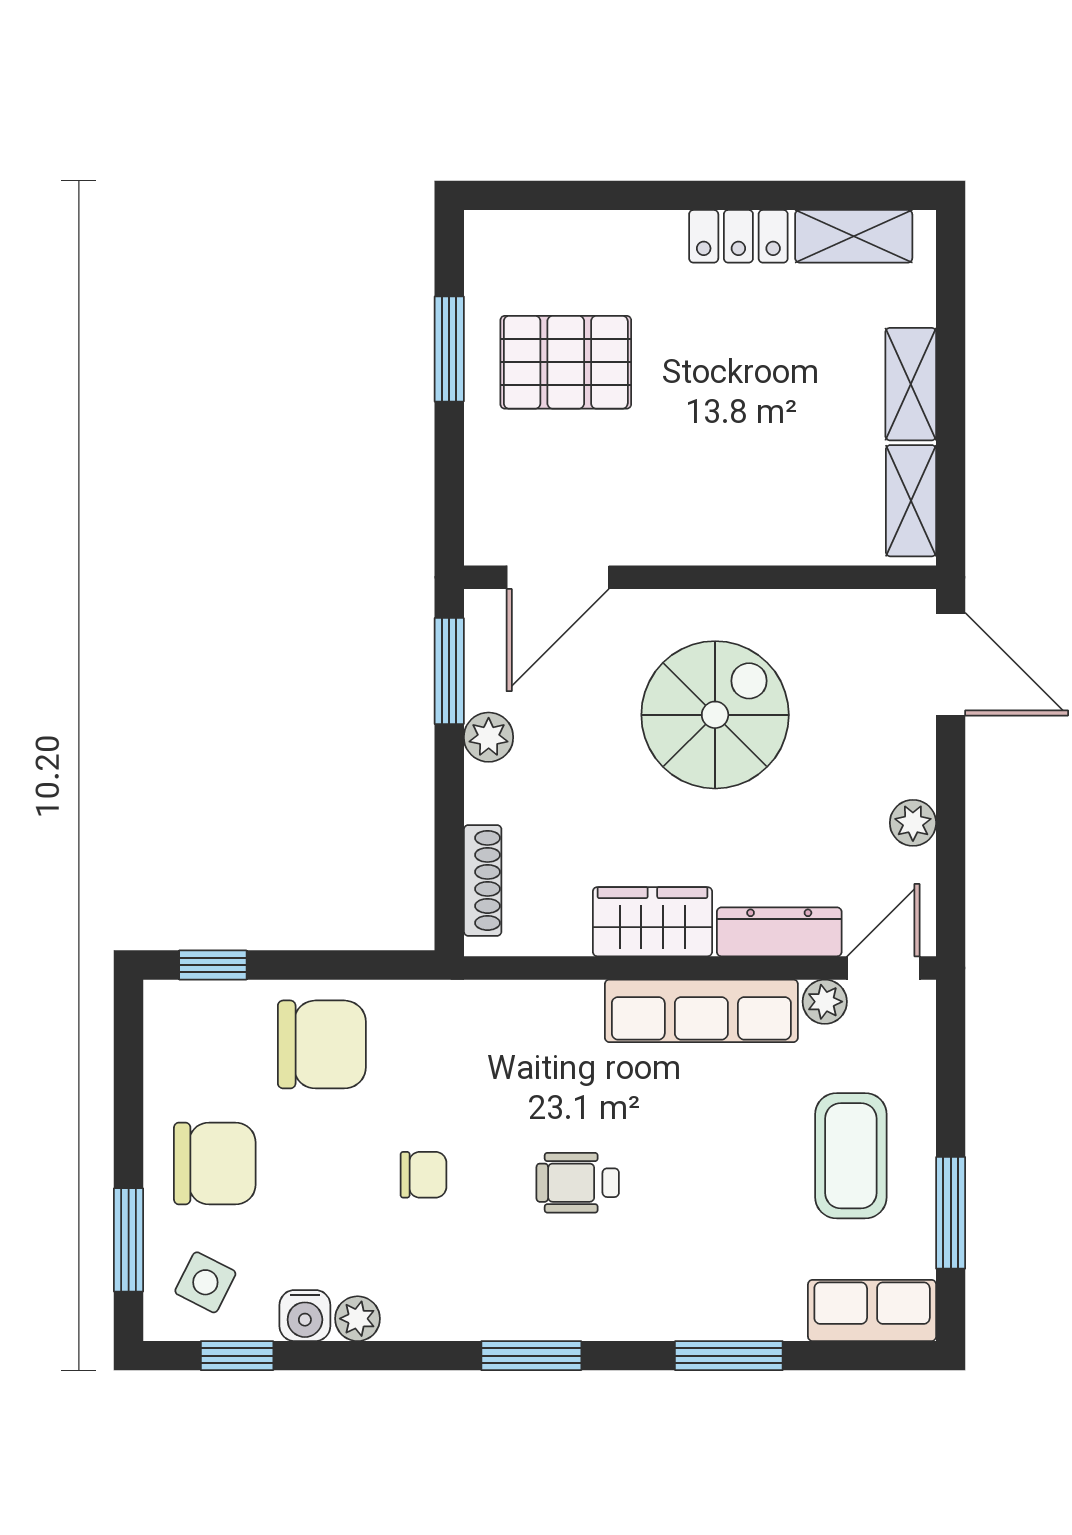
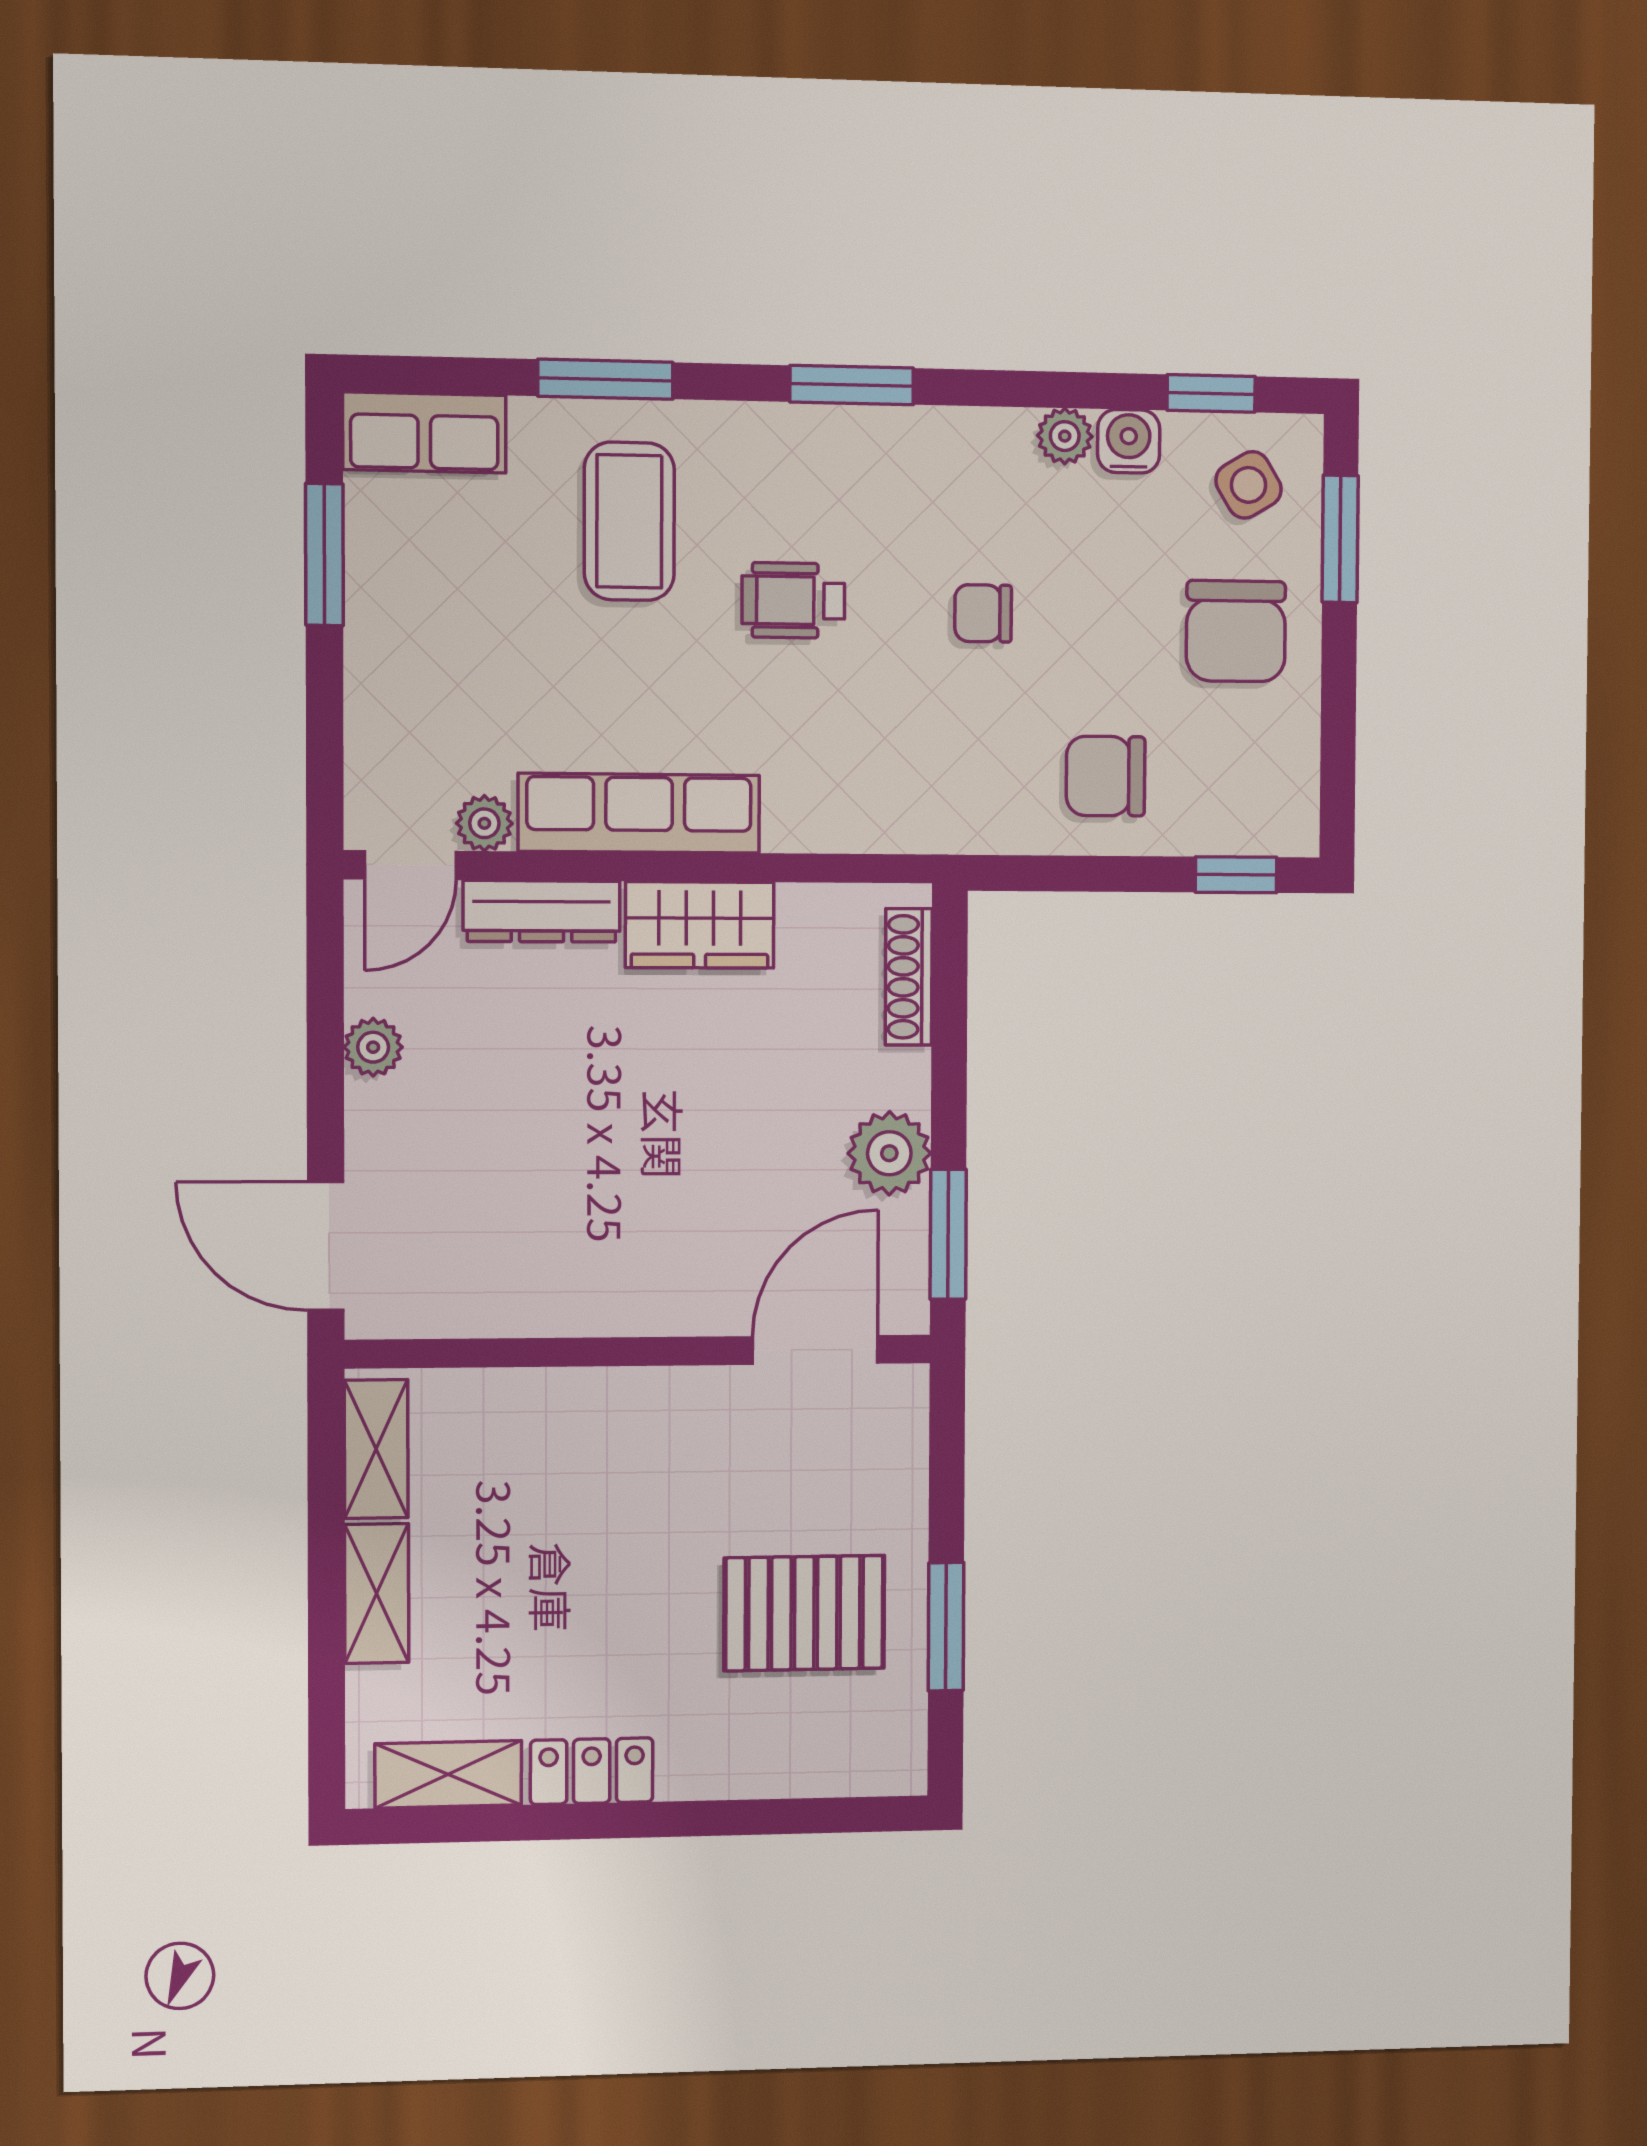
spiral stairs: (715, 715) -> (621, 1182), removed
plant: (489, 737) -> (889, 1153), width x1.38, depth x1.38
chair: (322, 1044) -> (1106, 776), width x0.73, depth x0.73
coffee table: (851, 1156) -> (629, 521), moved
chair: (215, 1164) -> (1236, 631), turned -90
wheelchair: (578, 1183) -> (793, 600), turned 180
side table: (205, 1282) -> (1249, 485), turned 32

